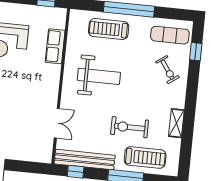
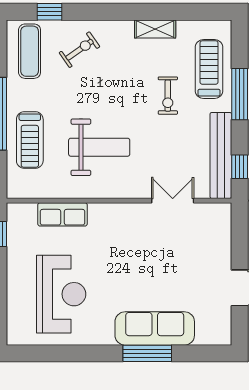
weight bench: (99, 76) -> (99, 147), turned 90
exercise bike: (130, 127) -> (168, 96), width x0.73, depth x0.72

